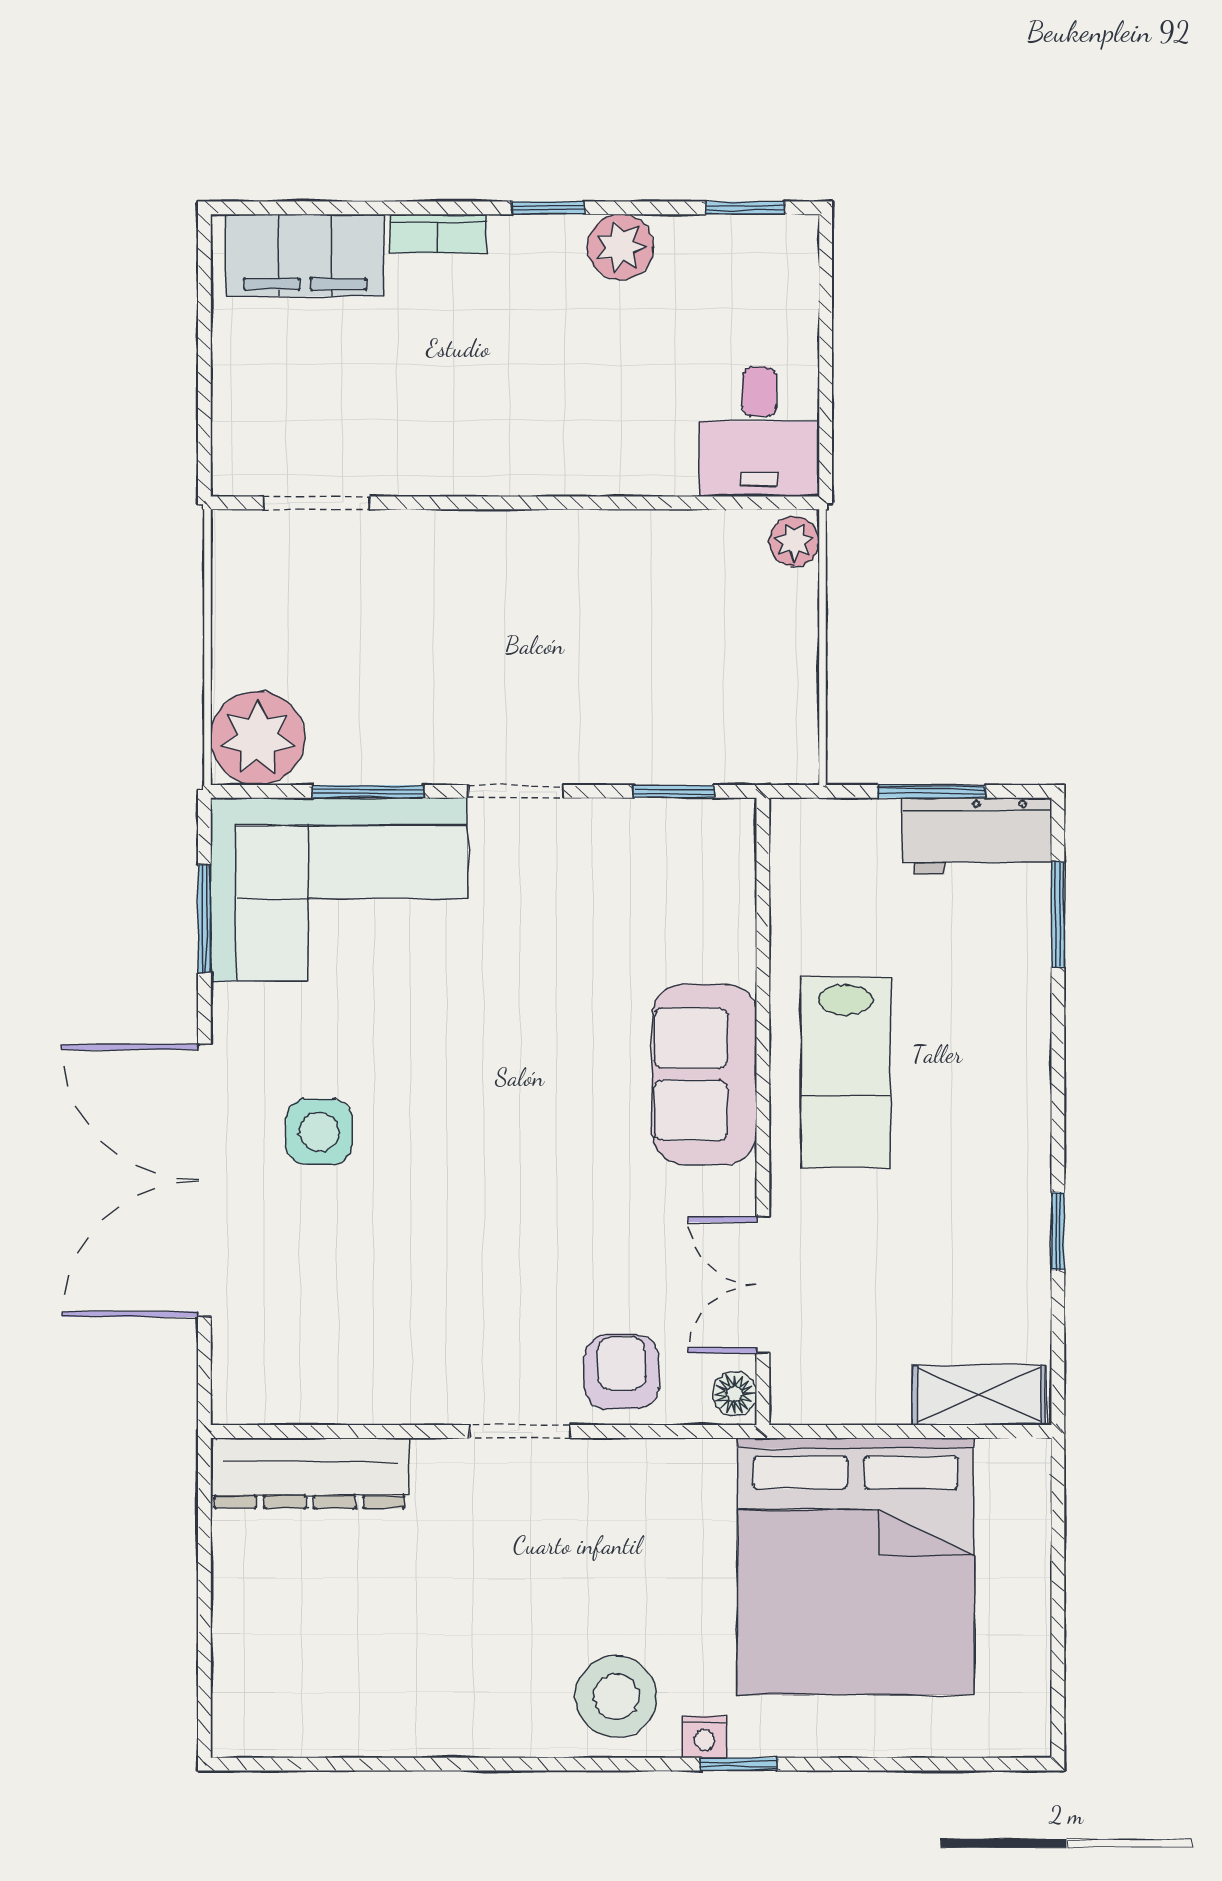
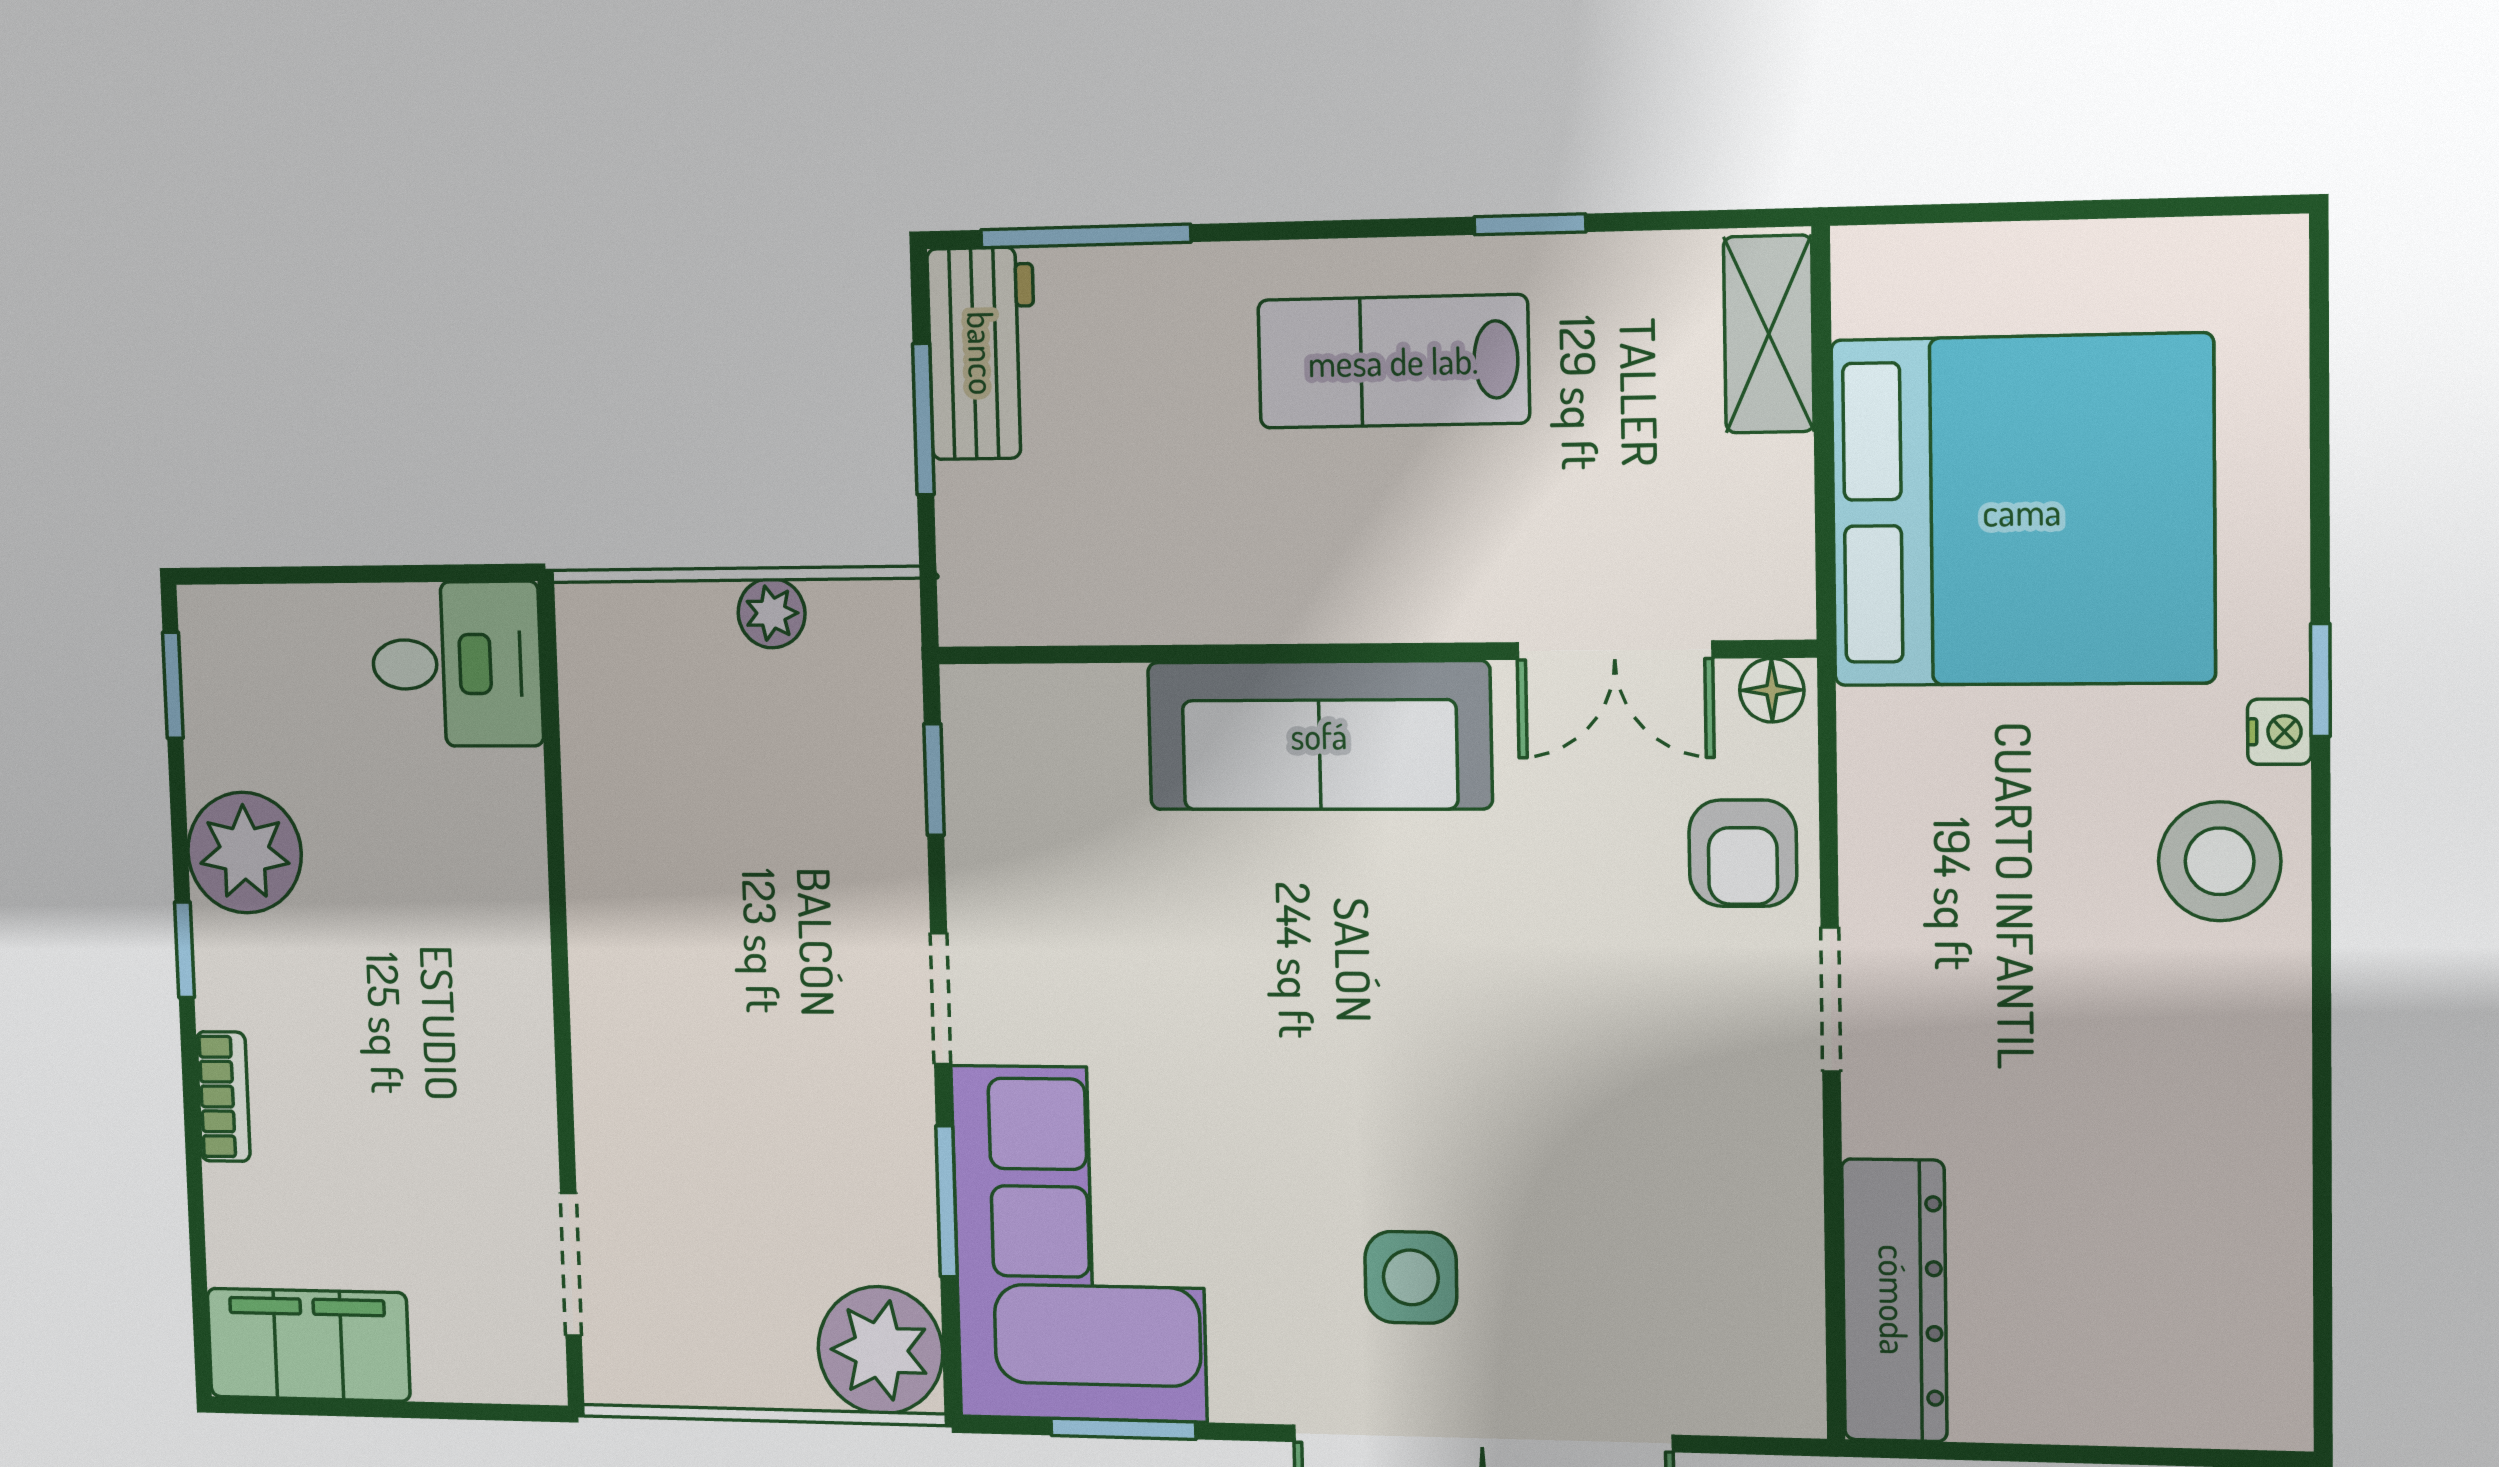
plant: (621, 247) -> (245, 853), width x1.36, depth x1.36
filing cabinet: (305, 255) -> (308, 1345), moved, turned -90
plant: (794, 542) -> (772, 613), moved
window: (1058, 914) -> (1086, 236), width x1.44
lab bench: (846, 1072) -> (1393, 361), moved, turned 180
sofa: (704, 1074) -> (1319, 735), width x1.36
armchair: (622, 1372) -> (1743, 853), turned -90

